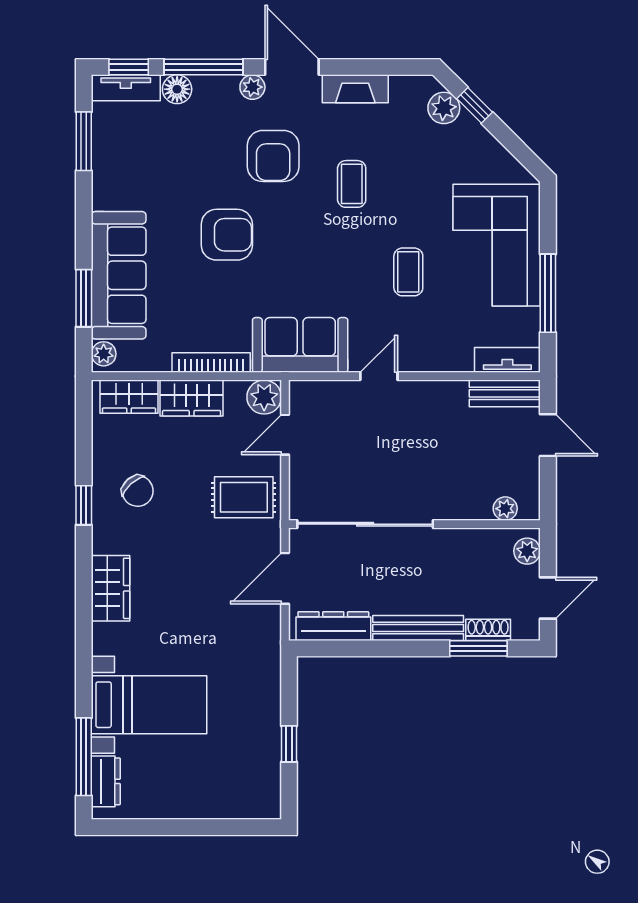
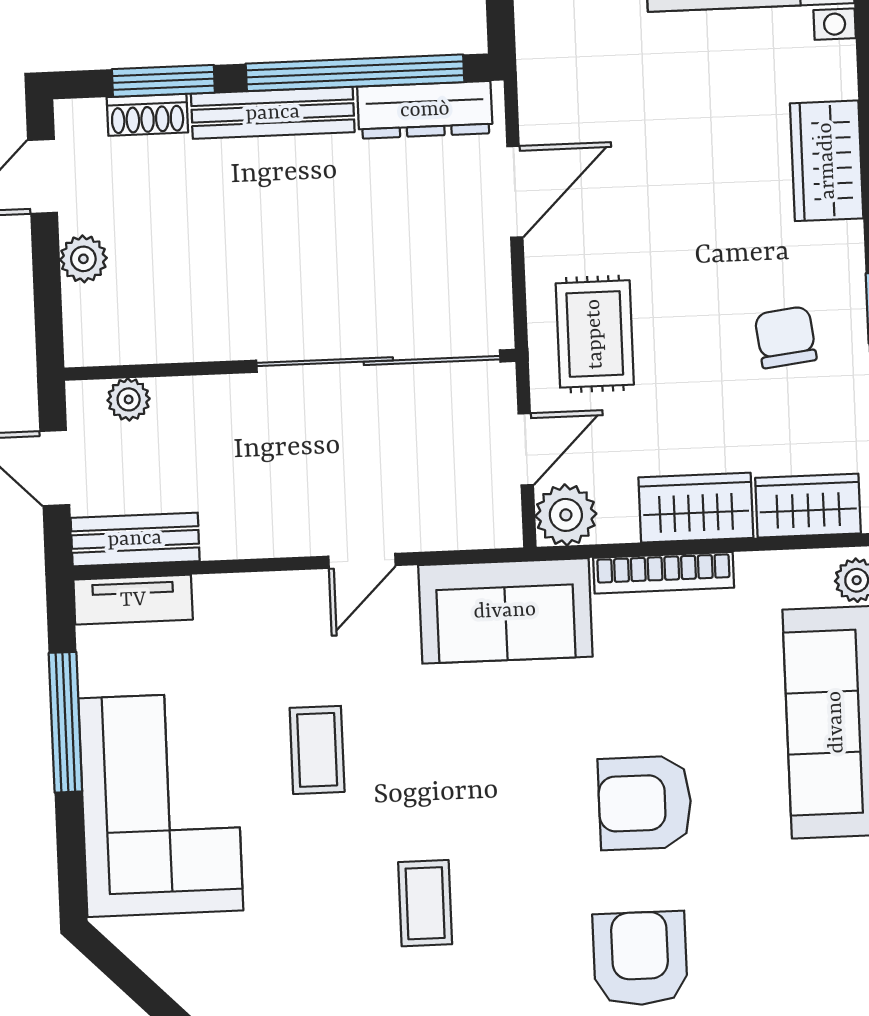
armchair: (273, 156) -> (640, 959), moved
chair: (138, 491) -> (786, 337), turned 35
rug: (244, 497) -> (595, 334), turned 90
plant: (505, 509) -> (129, 399), moved
sliding door: (365, 524) -> (378, 361), moved
wall: (414, 524) -> (290, 365), moved
window: (371, 648) -> (355, 73), added

